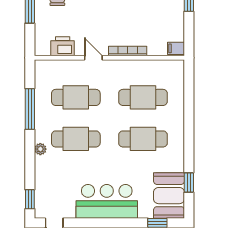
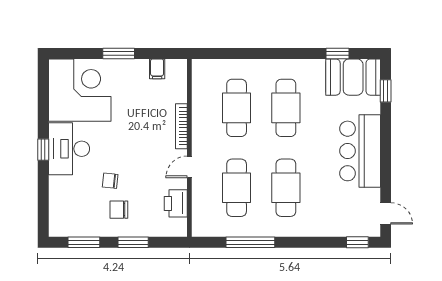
filing cabinet: (176, 48) -> (157, 69), moved
plant: (40, 149) -> (298, 230), removed

